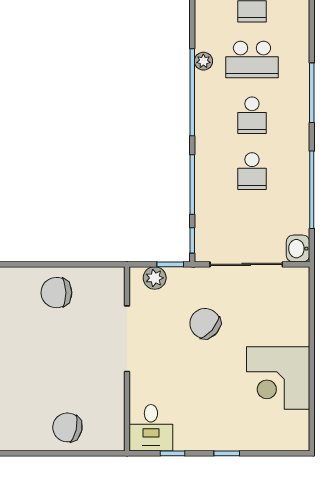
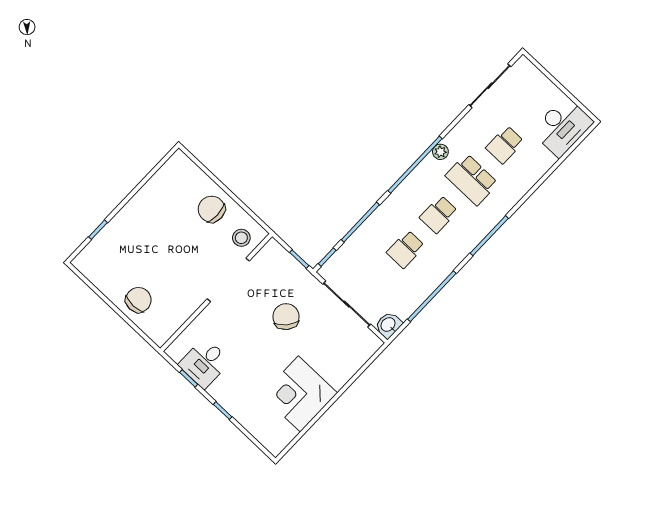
plant: (155, 278) -> (281, 258), removed
stool: (104, 293) -> (241, 238), added
chair: (67, 427) -> (138, 300), turned 77
desk: (151, 428) -> (204, 363), moved

